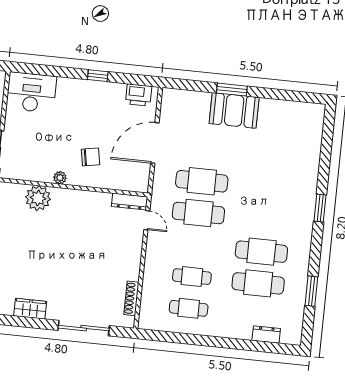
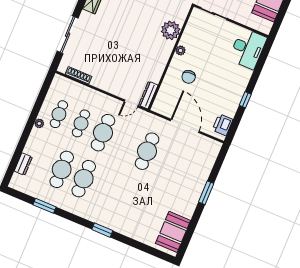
booth: (234, 110) -> (173, 232), moved
cafe table: (198, 213) -> (103, 133), moved
plant: (208, 330) -> (39, 123), added

